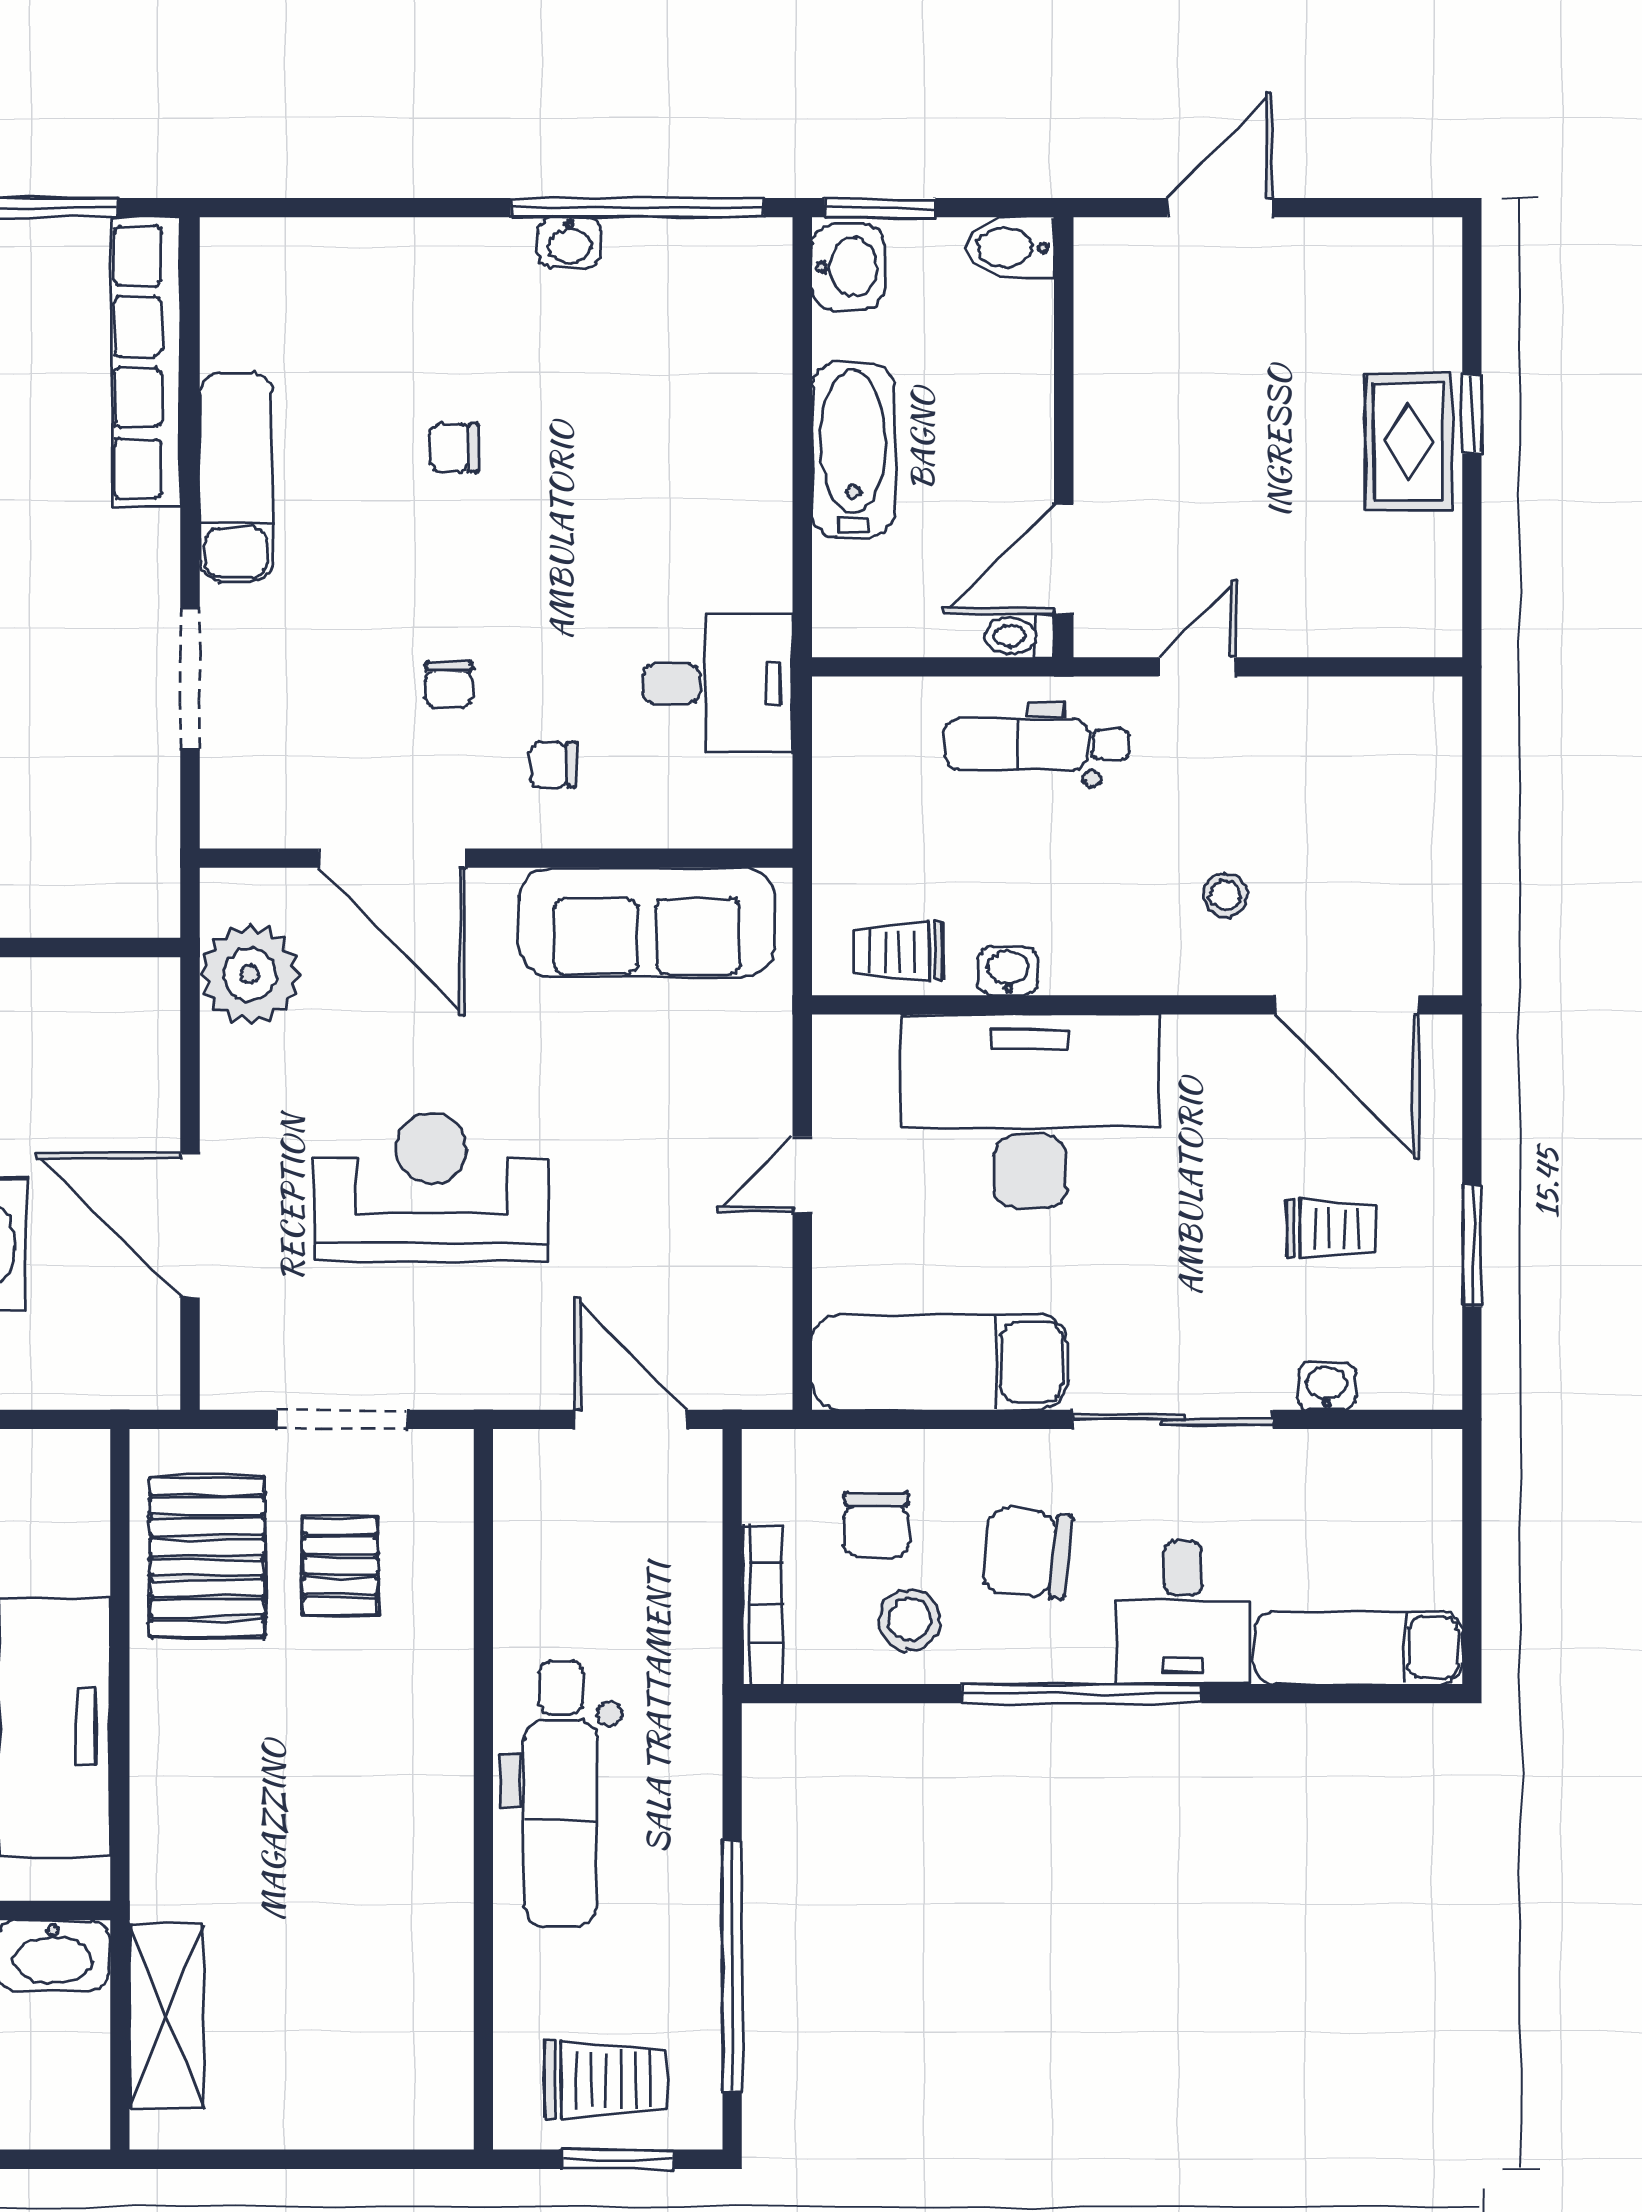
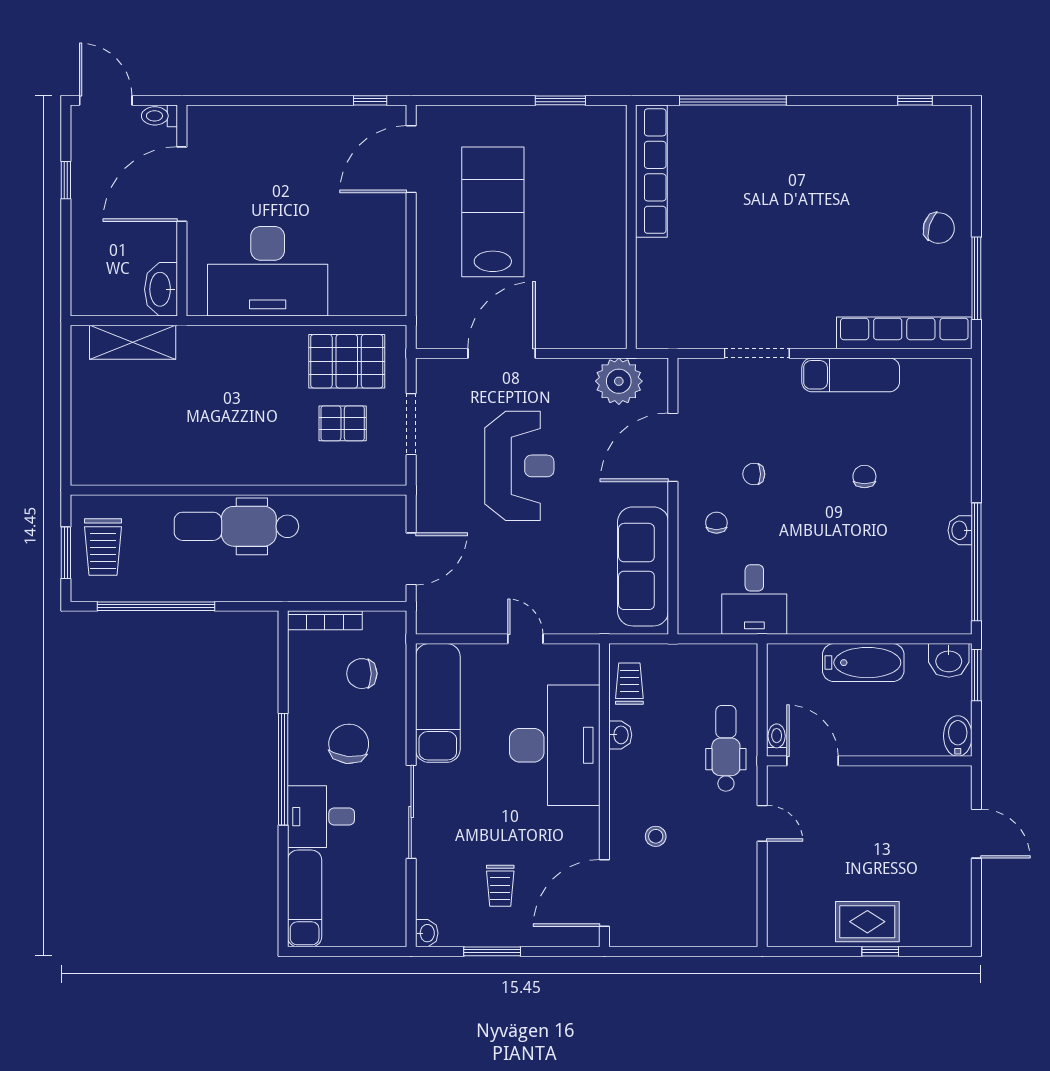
washbasin: (1326, 1386) -> (427, 933), moved
stool: (909, 1620) -> (318, 689), removed

